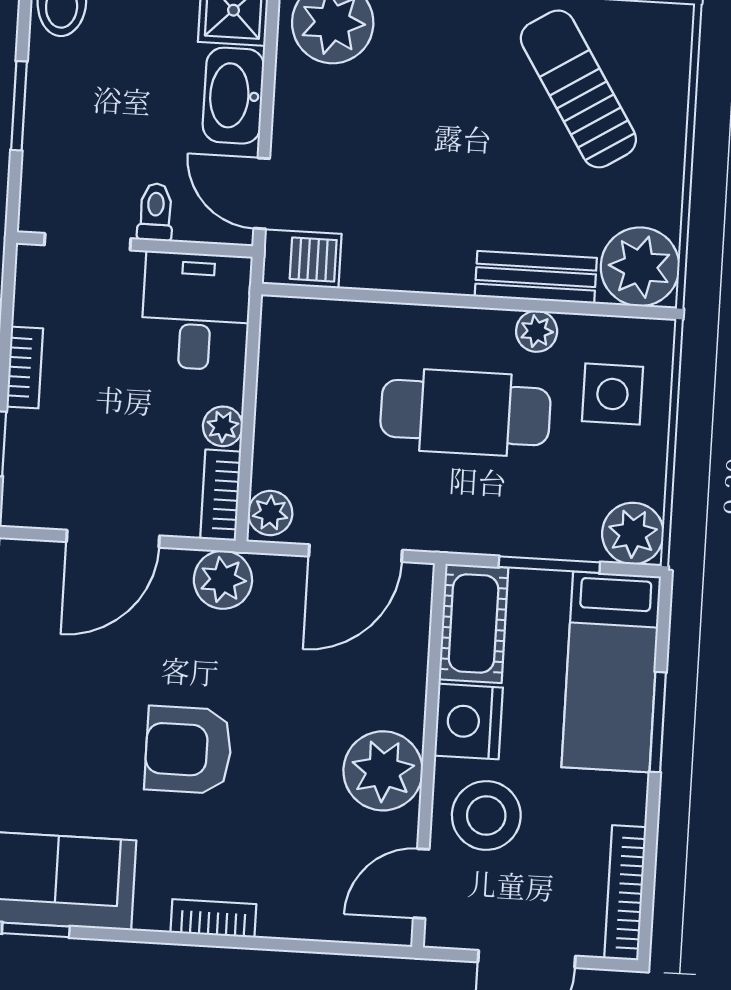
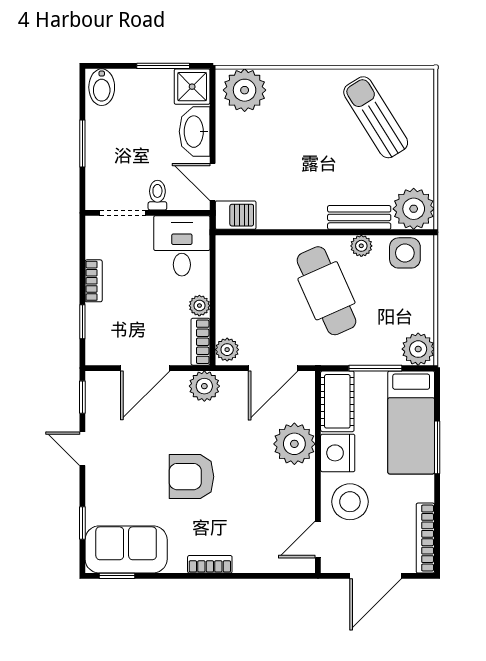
side table: (612, 394) -> (405, 253), moved
cafe table: (465, 413) -> (326, 291), turned 66
plant: (383, 771) -> (294, 444), moved

